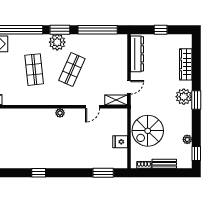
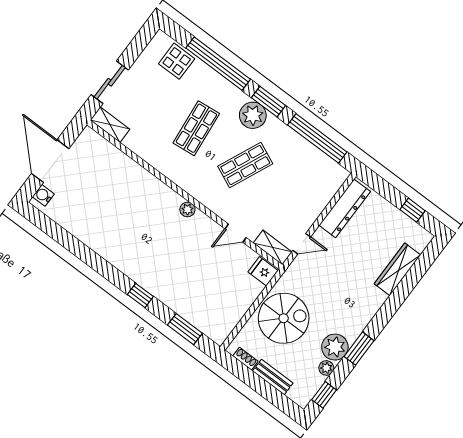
window: (161, 30) -> (412, 210), moved
plant: (184, 97) -> (335, 347), moved
window: (196, 100) -> (359, 349), moved
spiral stairs: (148, 131) -> (284, 318), turned 180
fridge: (120, 142) -> (263, 271), moved
window: (39, 173) -> (140, 296), moved

